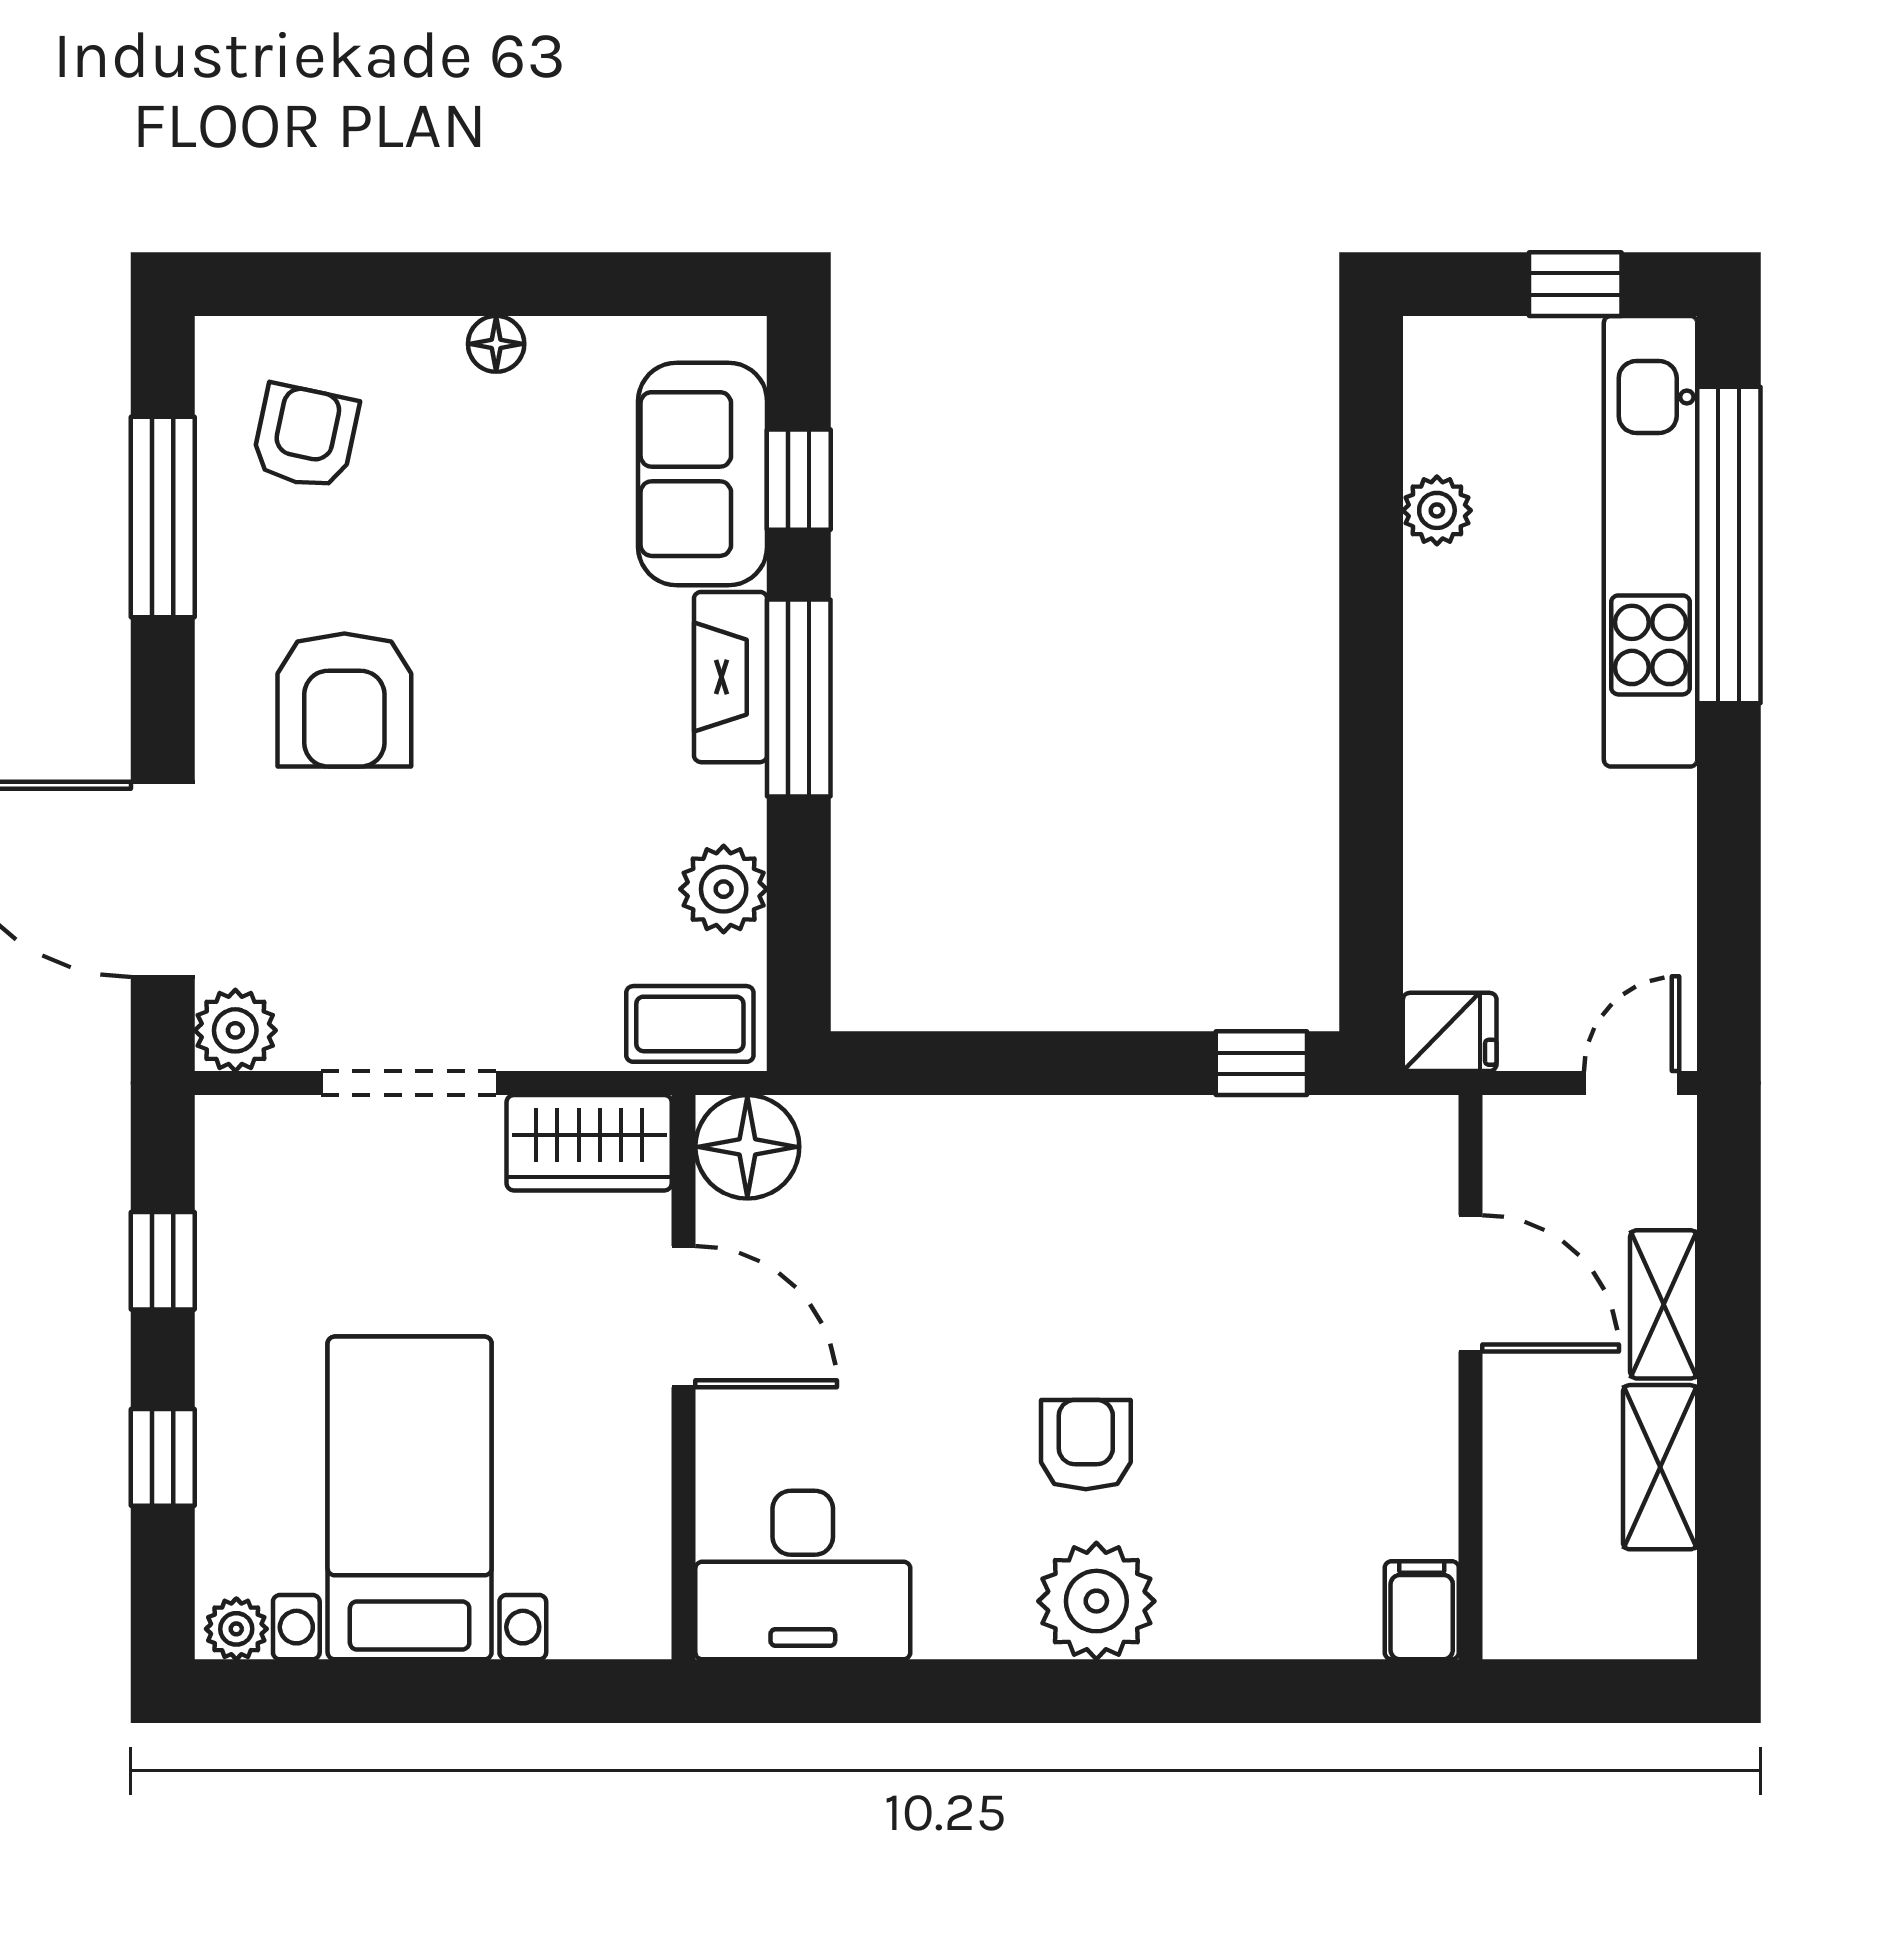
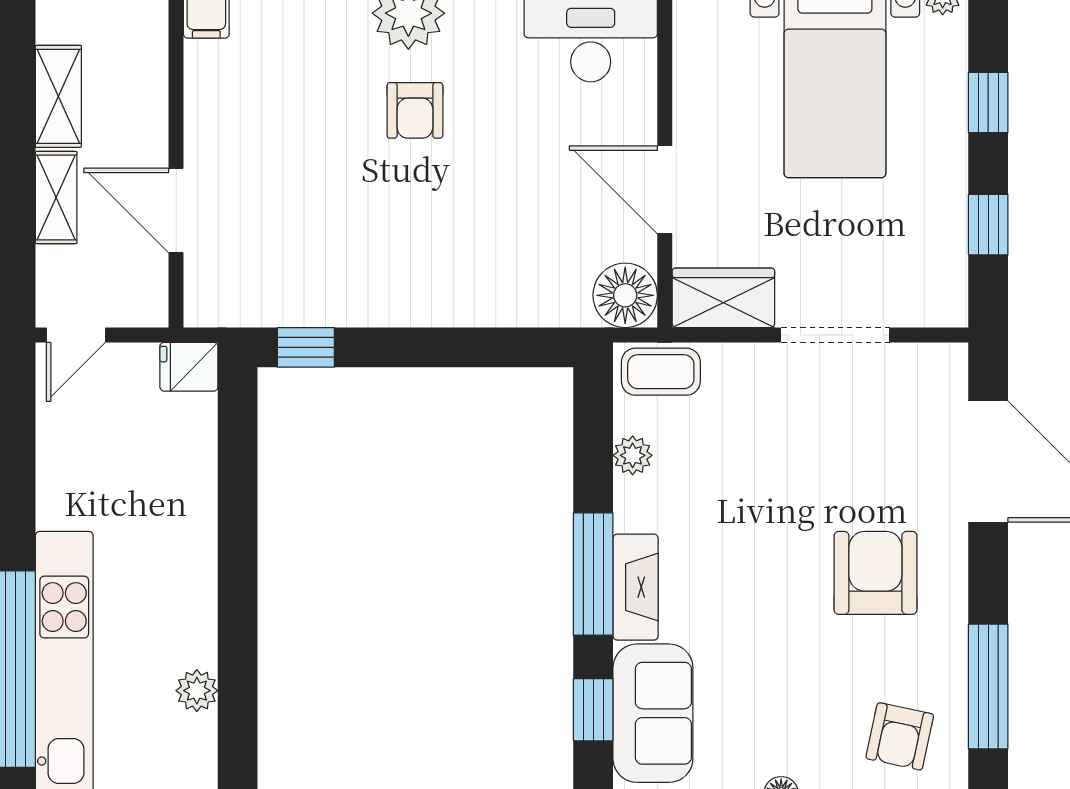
plant: (724, 889) -> (633, 455), width x0.73, depth x0.73
plant: (235, 1030) -> (943, 368), removed

